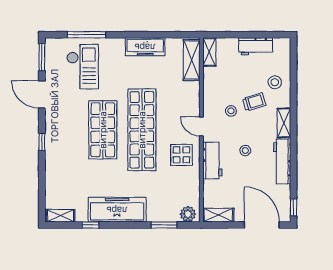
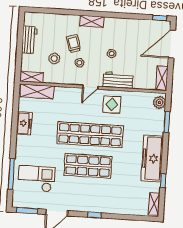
freezer: (145, 47) -> (24, 123), width x0.71
stool: (275, 82) -> (54, 59), moved
workbench: (282, 162) -> (122, 25), removed

